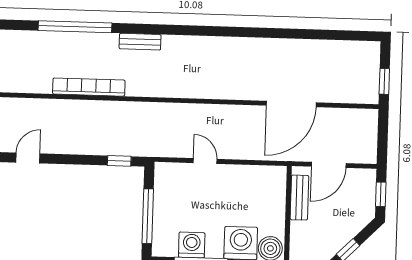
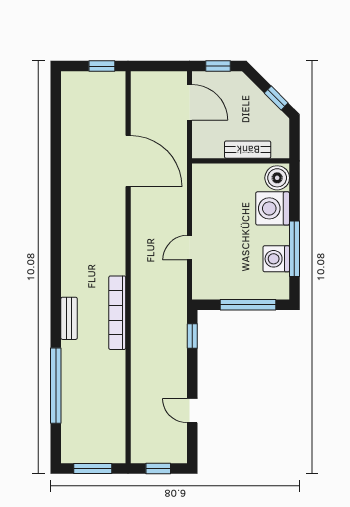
bookcase: (89, 87) -> (117, 313), moved
door: (28, 158) -> (192, 411), moved
door: (329, 165) -> (189, 102), moved
bench: (299, 198) -> (248, 150), moved

